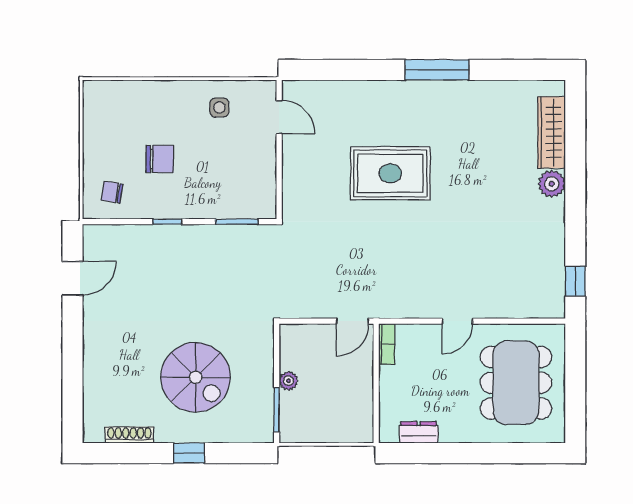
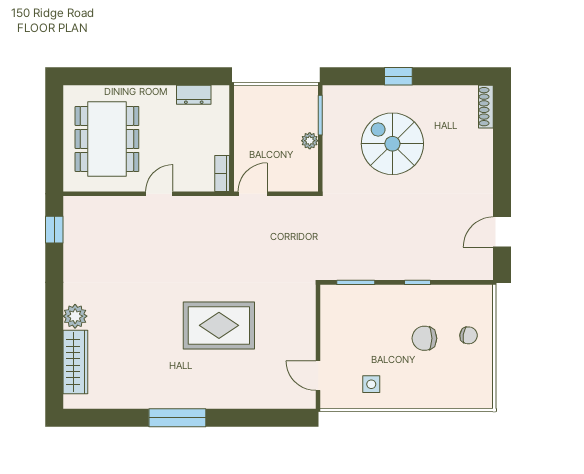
chair: (112, 192) -> (469, 335), moved
shoe rack: (129, 435) -> (486, 107), moved, turned 90

